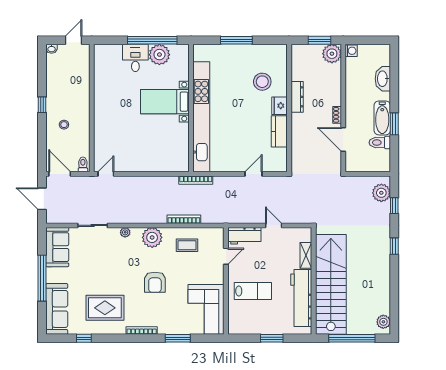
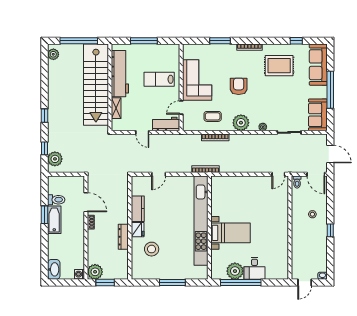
washbasin: (383, 79) -> (54, 269), moved
corner sofa: (206, 309) -> (197, 80), moved
window: (272, 338) -> (144, 41), width x1.44

